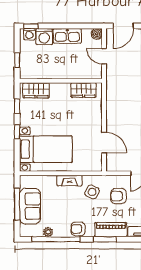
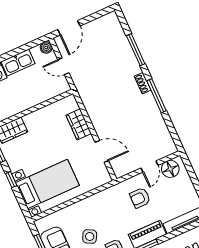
wardrobe: (83, 90) -> (79, 124), moved, turned 90
fireplace: (69, 180) -> (85, 204), removed
side table: (92, 192) -> (90, 236), moved

